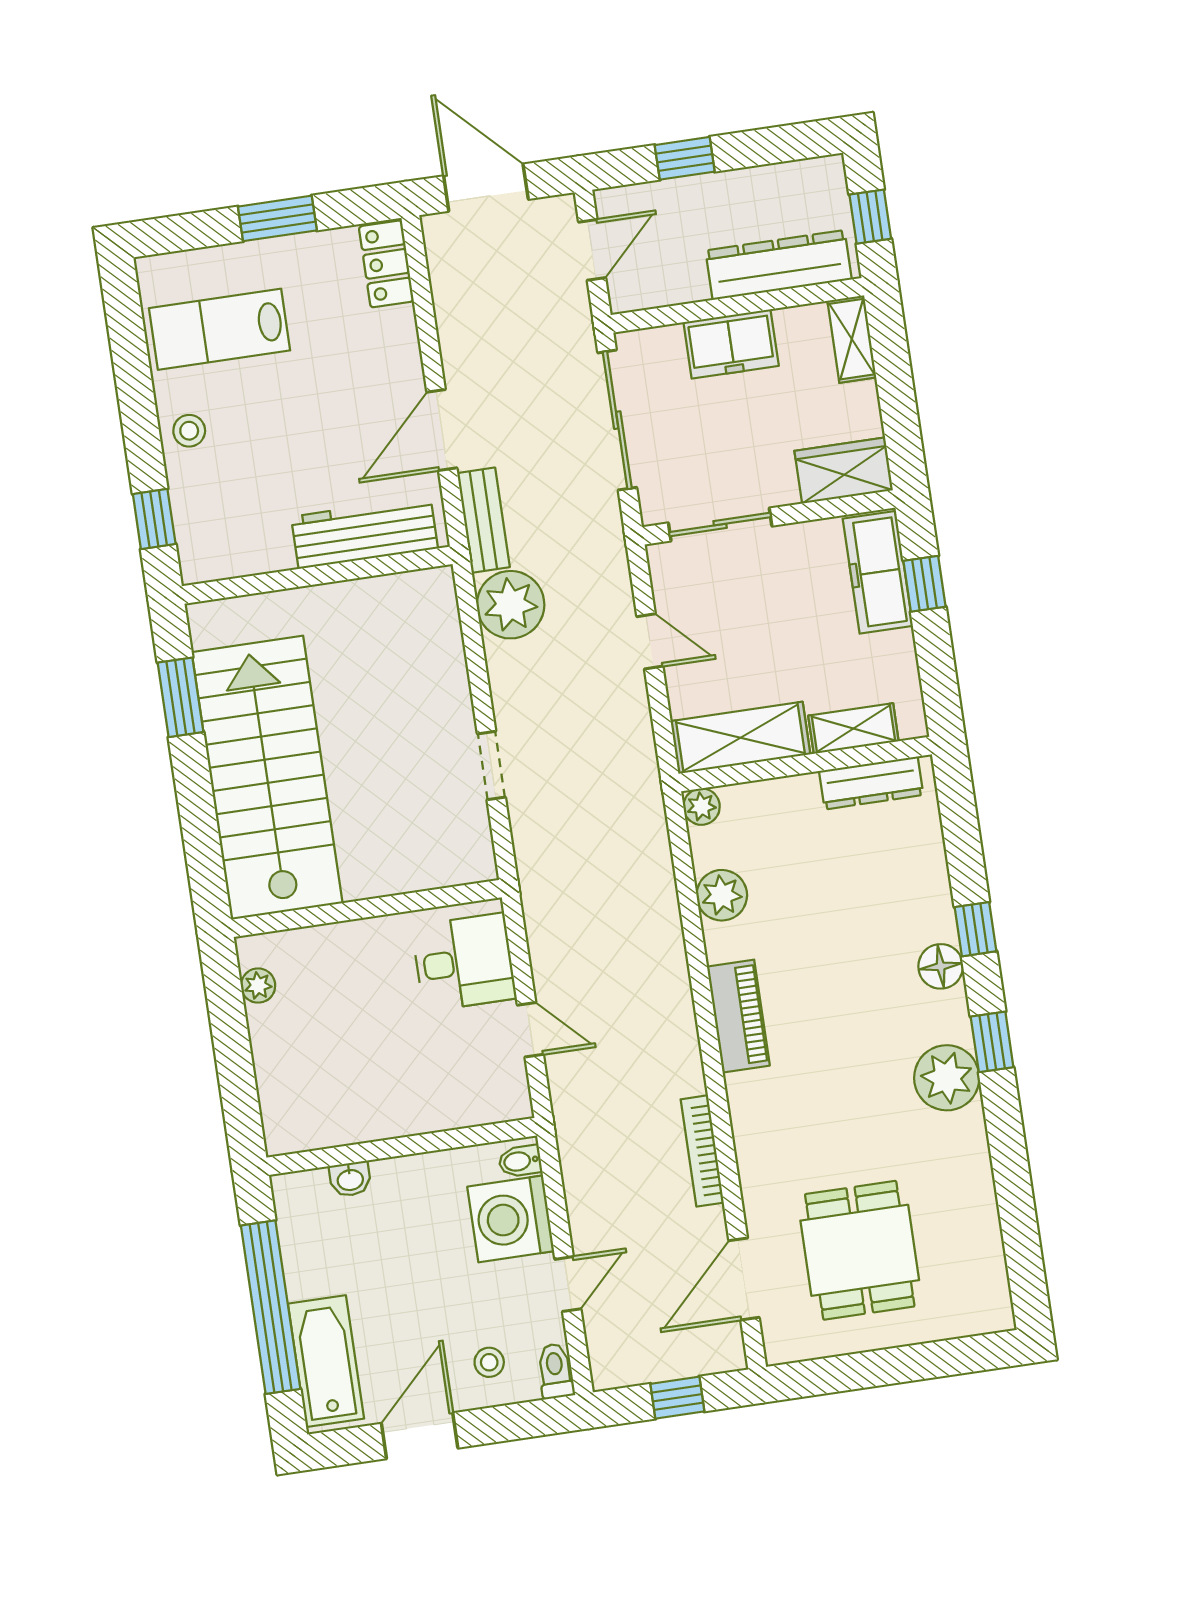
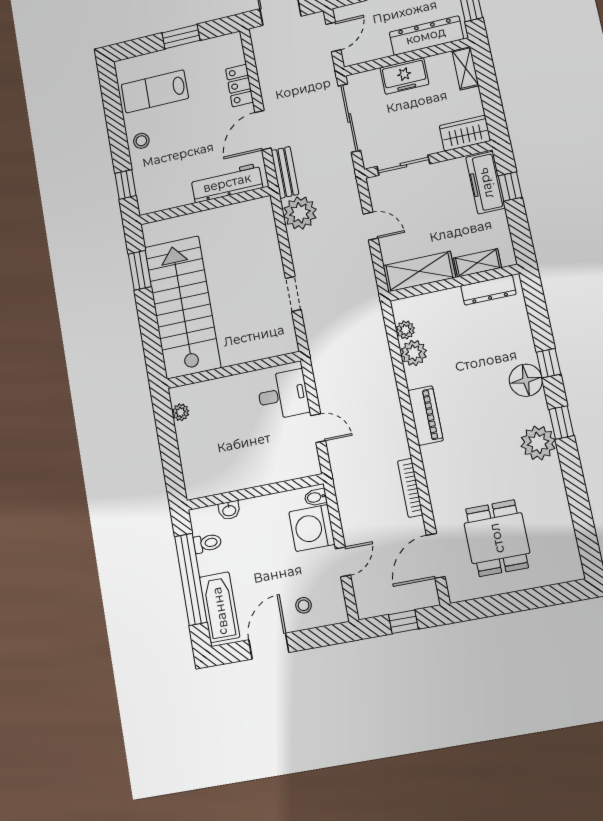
locker: (386, 264) -> (239, 86), moved
plant: (702, 807) -> (405, 330), moved
floor lamp: (941, 966) -> (526, 380), width x1.38, depth x1.38
toilet: (555, 1371) -> (207, 543), moved, turned 90

